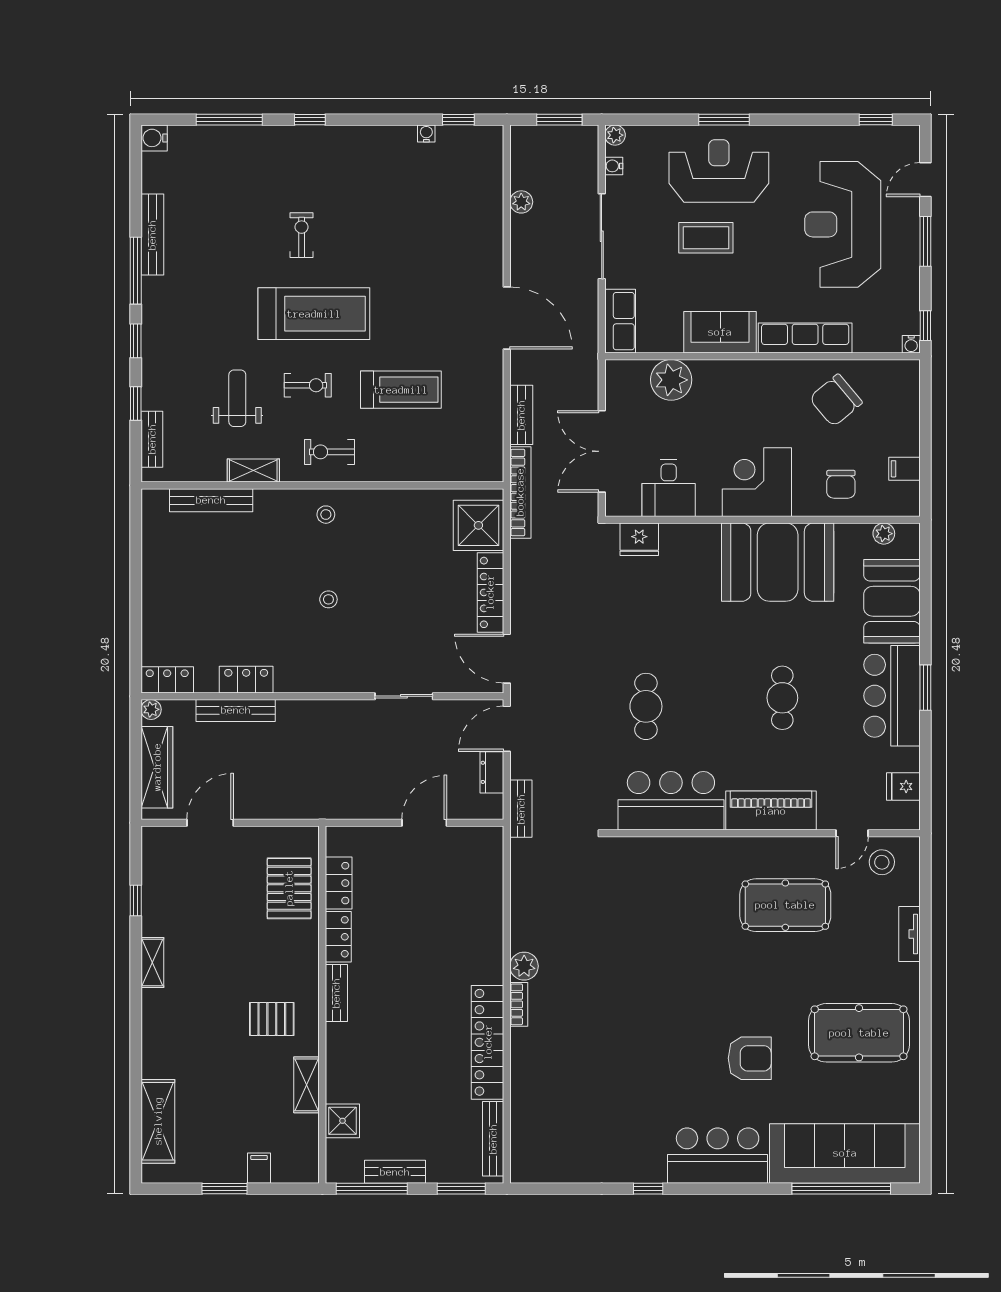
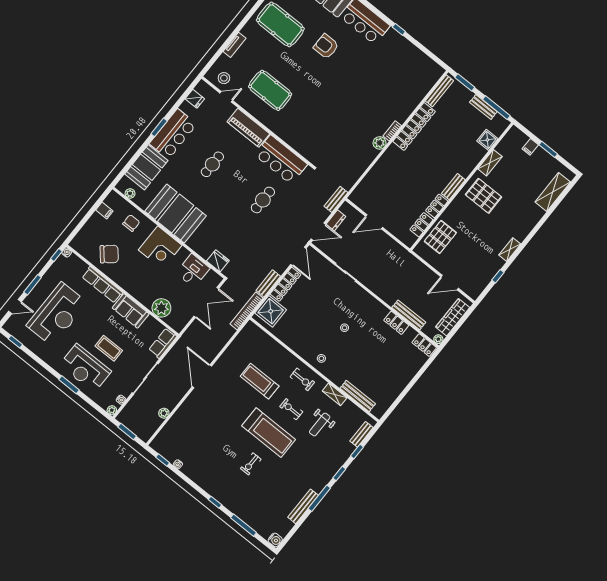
treadmill: (314, 314) -> (269, 433), turned 180
bench: (521, 415) -> (268, 283), moved
pallet: (272, 1019) -> (483, 196), width x1.50, depth x1.42

